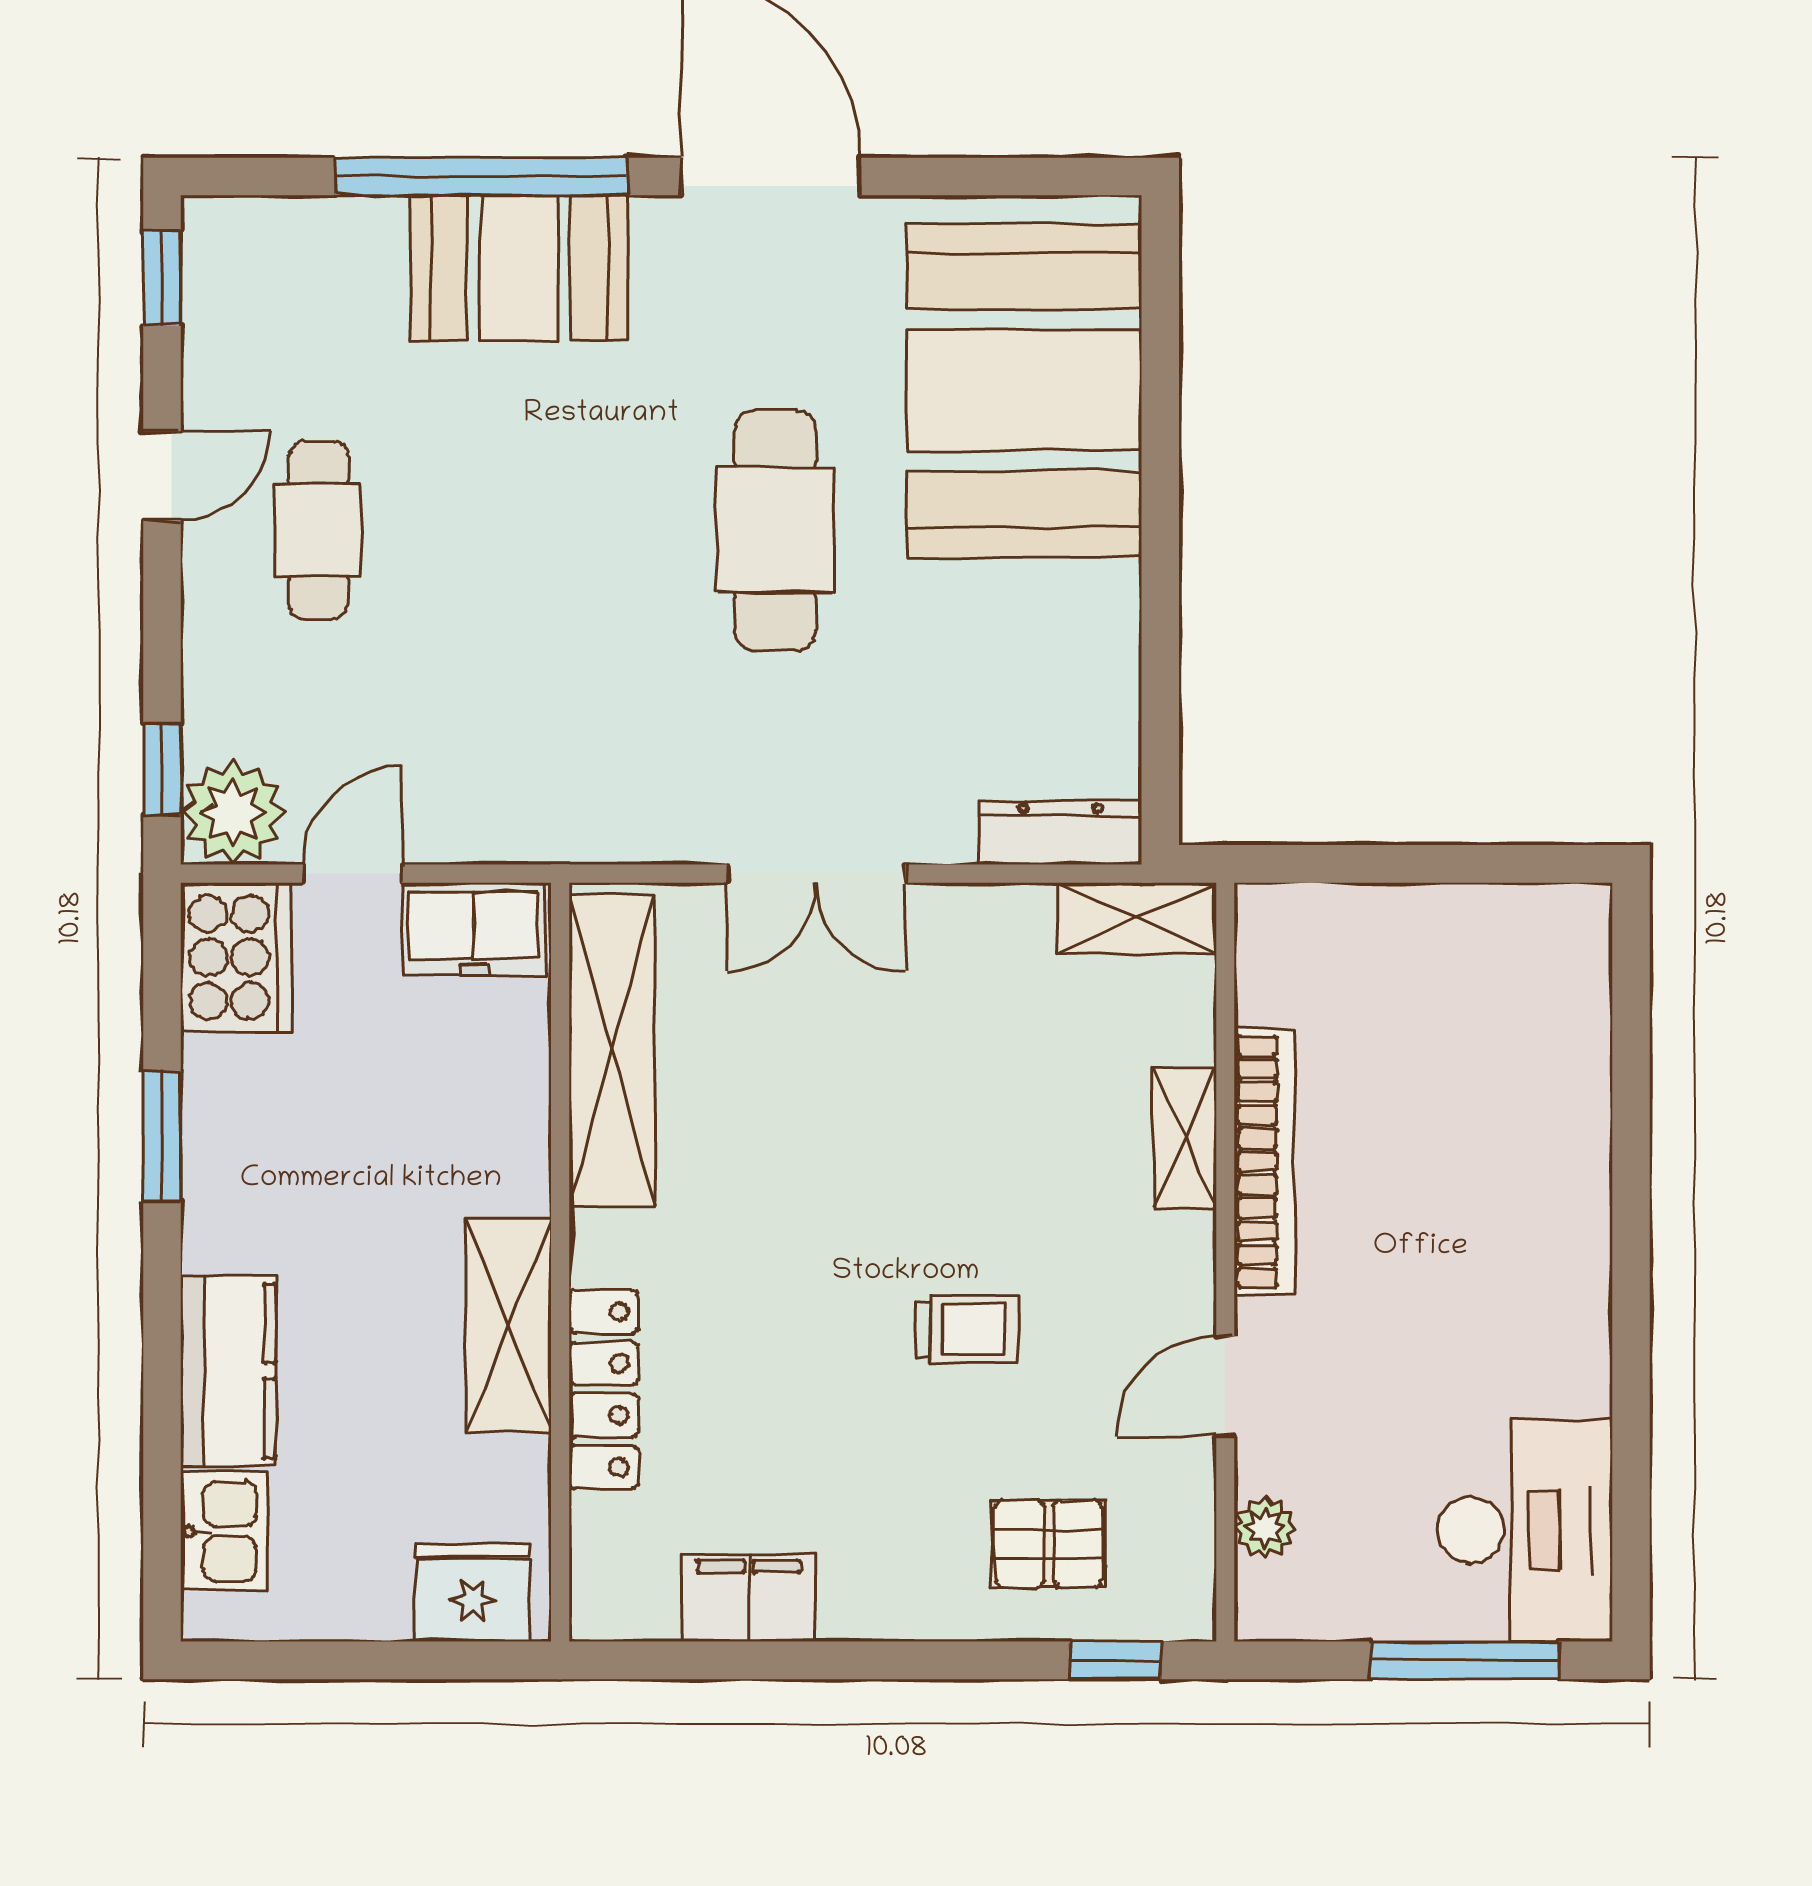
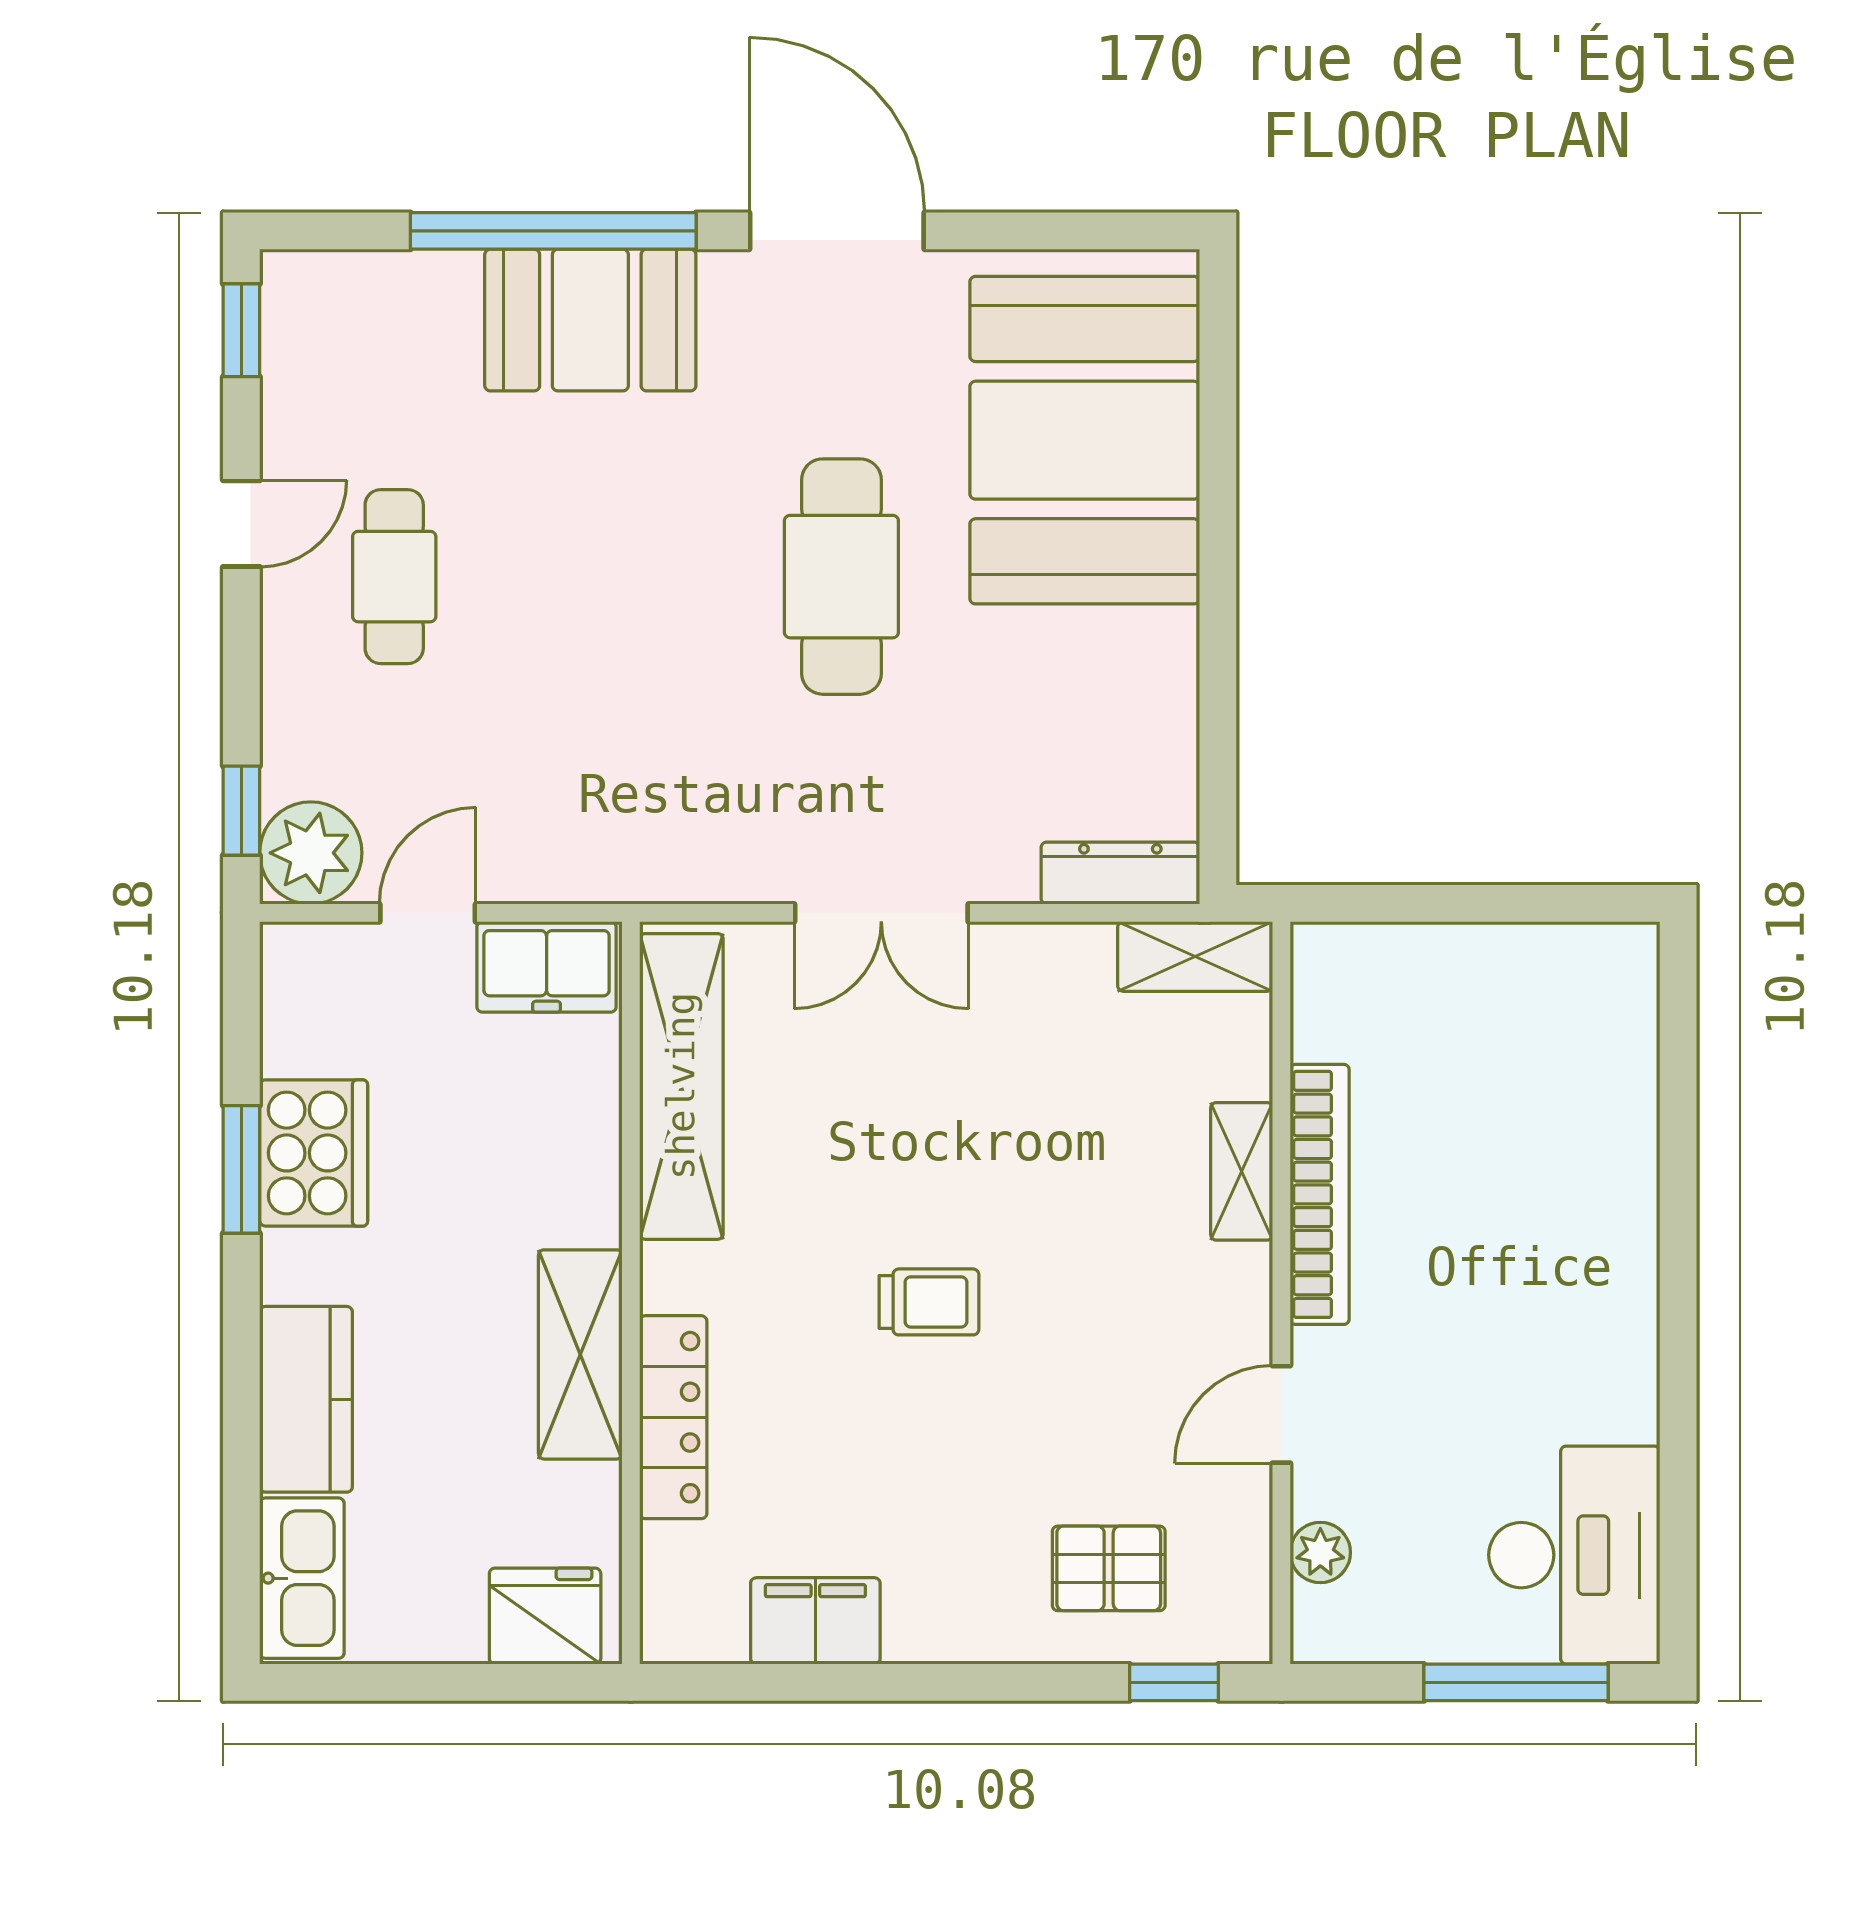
cooker: (236, 957) -> (314, 1153), moved
trolley: (967, 1329) -> (929, 1302), moved
kitchen sink: (224, 1531) -> (302, 1578), width x1.38

